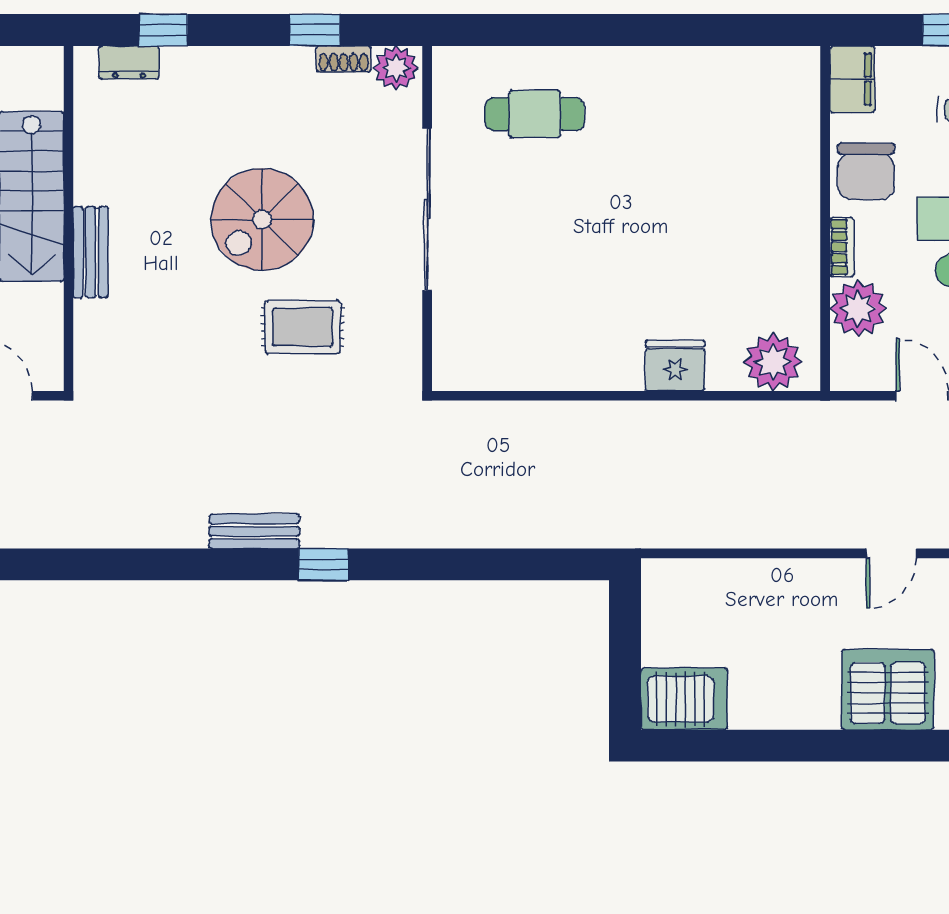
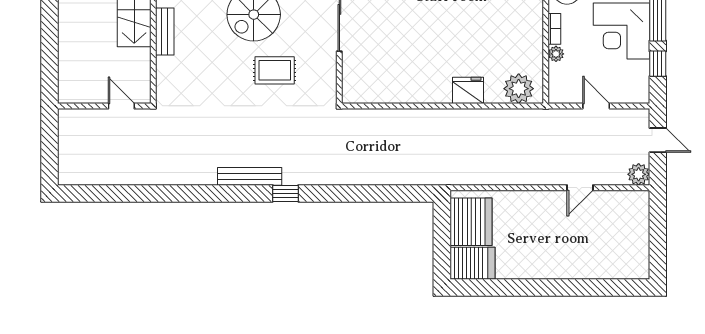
plant: (858, 308) -> (556, 54), width x0.53, depth x0.53
bench: (254, 531) -> (250, 176), width x1.36
server rack: (888, 690) -> (471, 222), moved, turned 90

